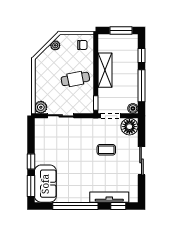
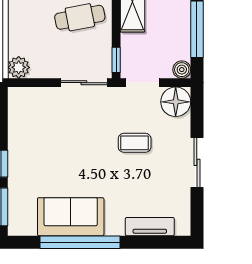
sliding door: (61, 116) -> (84, 83), moved
sofa: (45, 184) -> (71, 217), moved, turned -90
tv unit: (109, 197) -> (150, 227), width x0.71
window: (118, 206) -> (156, 242), removed

